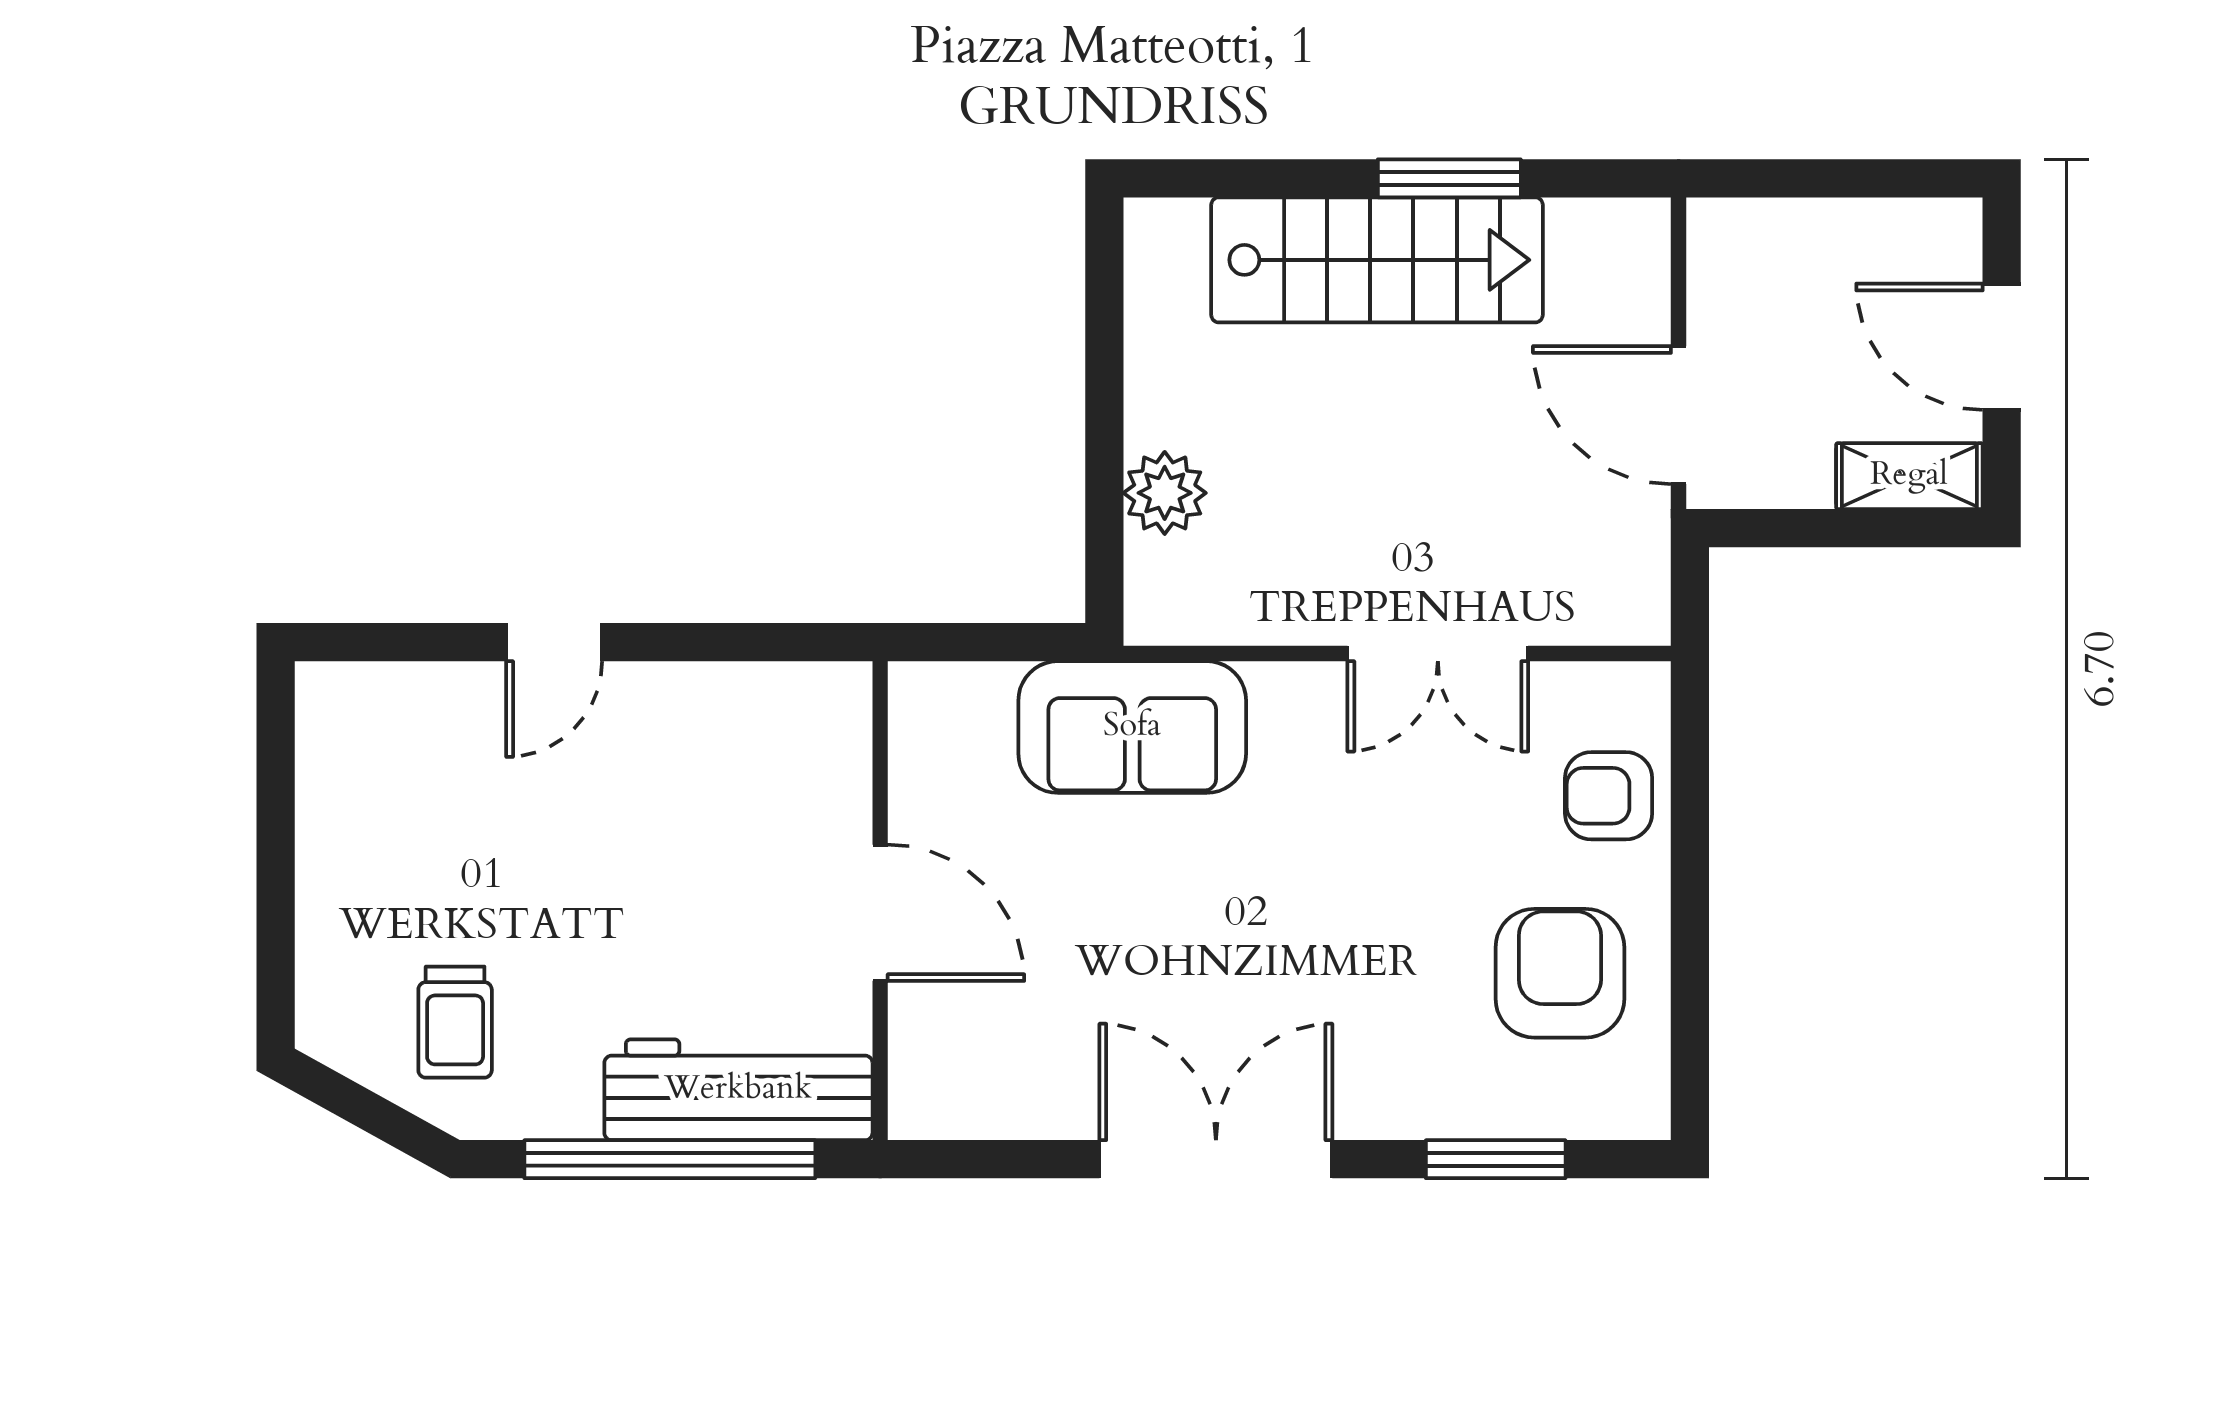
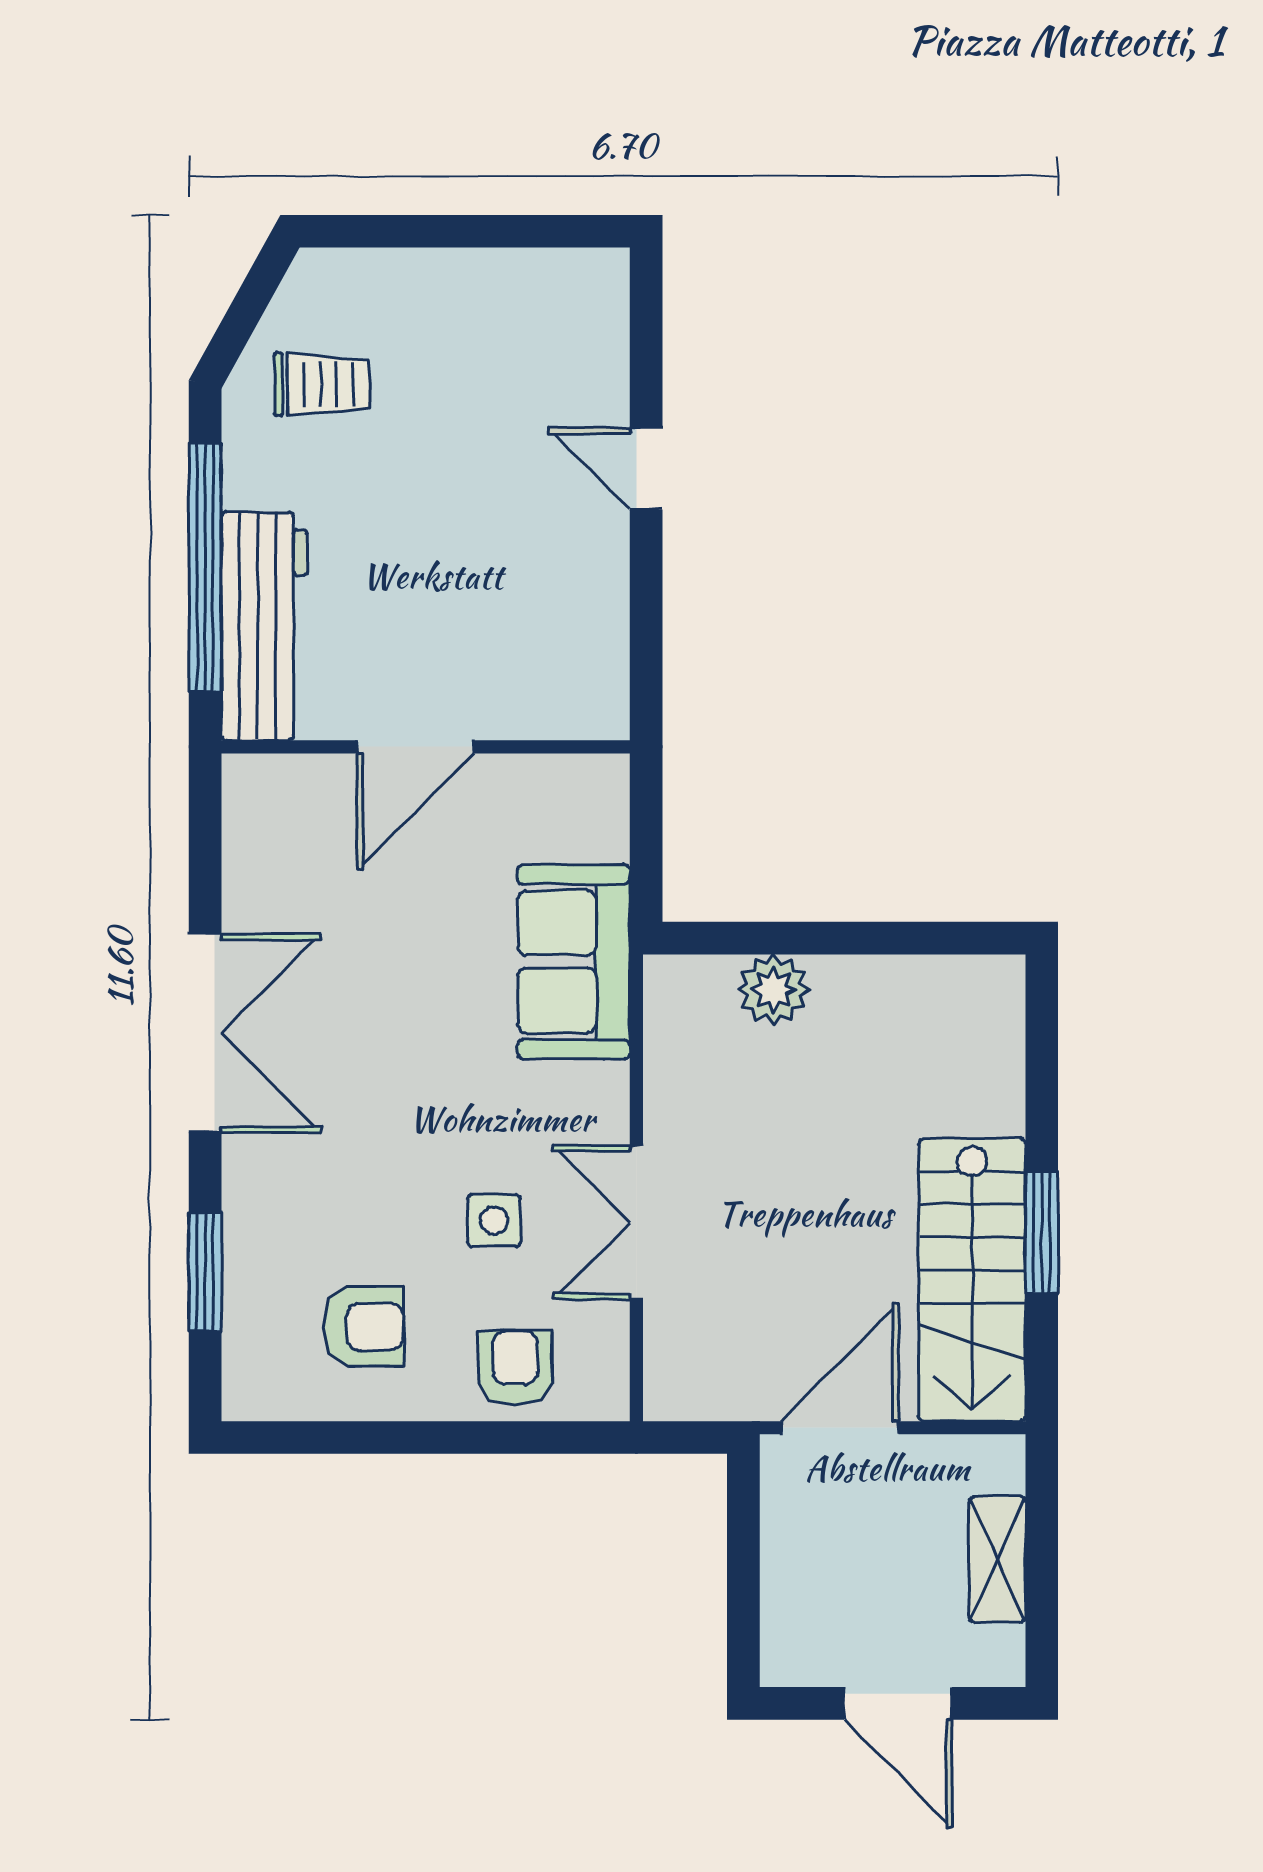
stairs: (1377, 260) -> (972, 1280), moved
door: (2002, 347) -> (898, 1703), swing flipped
shelving: (1909, 476) -> (997, 1559), moved
side table: (1435, 820) -> (494, 1220), added
armchair: (1560, 973) -> (364, 1327), width x0.72, depth x0.72
trolley: (455, 1022) -> (322, 384), turned 180

